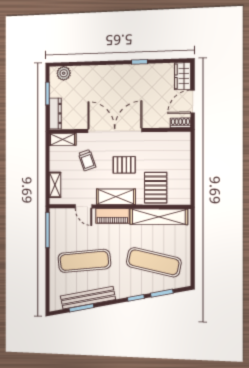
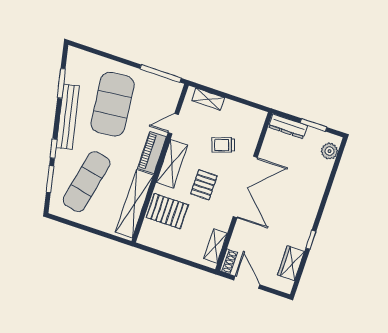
wardrobe: (183, 76) -> (291, 263), moved, turned -90
shelving: (63, 139) -> (215, 246), moved
exercise mat: (84, 261) -> (113, 104), width x1.47
bench: (88, 298) -> (68, 117), moved

